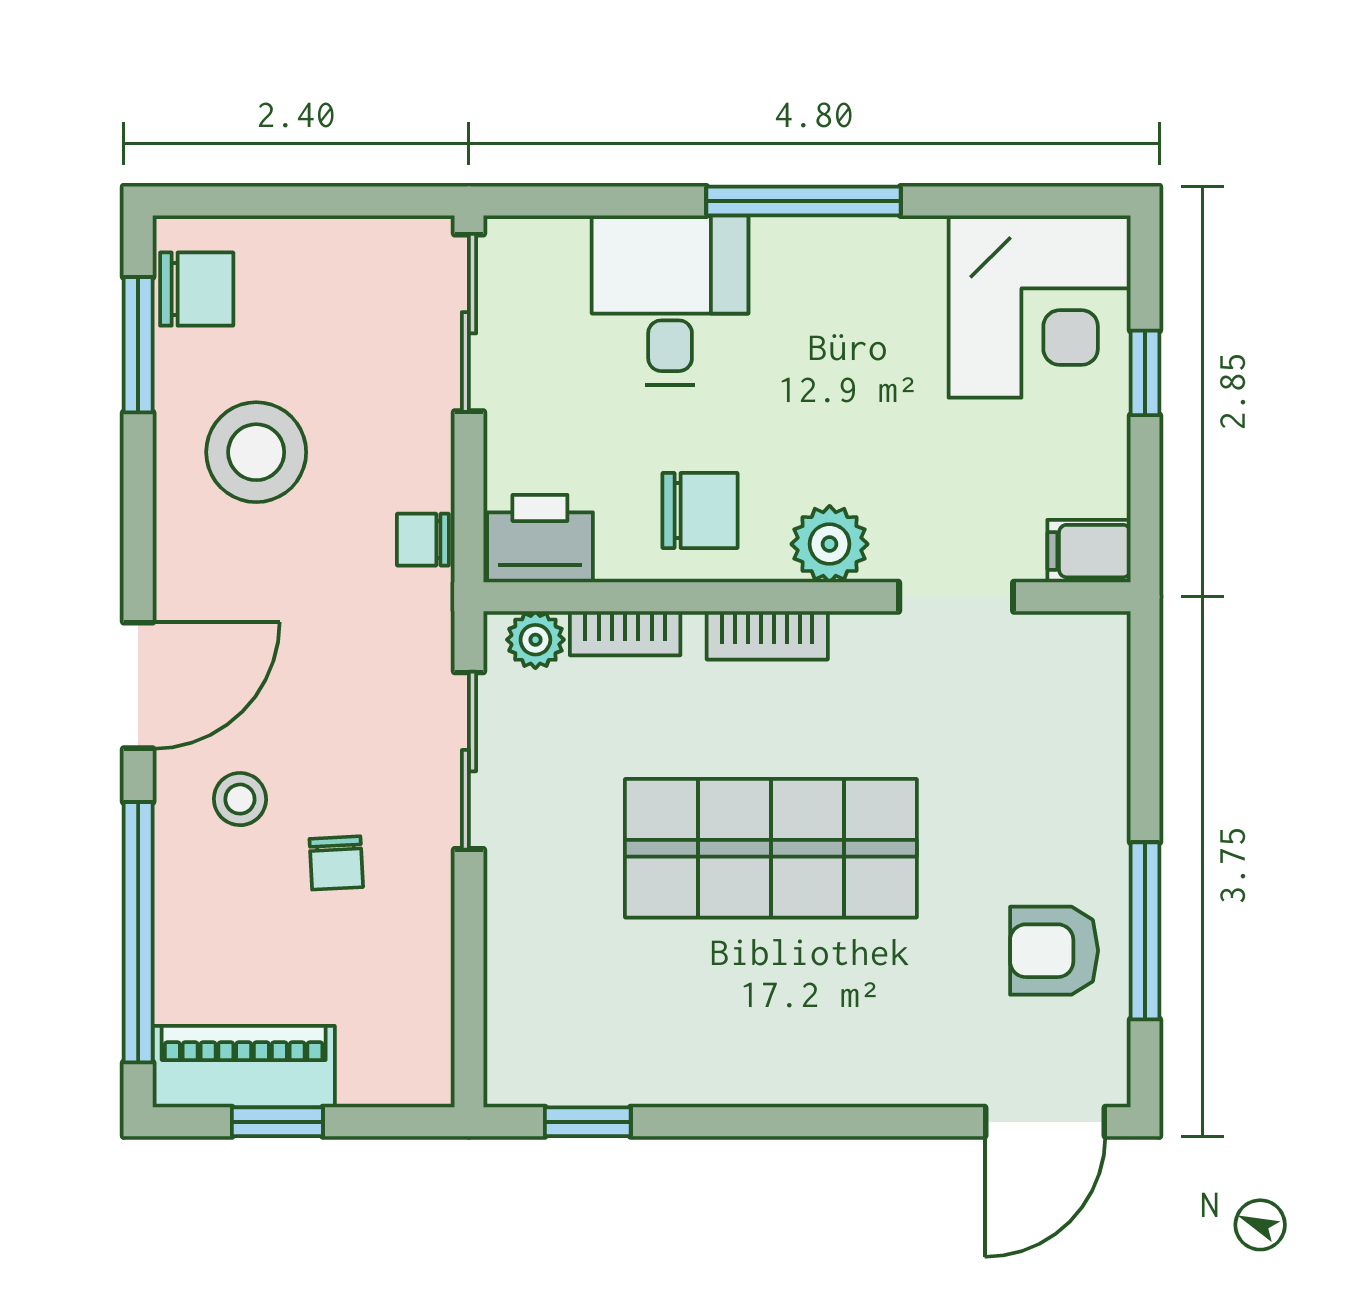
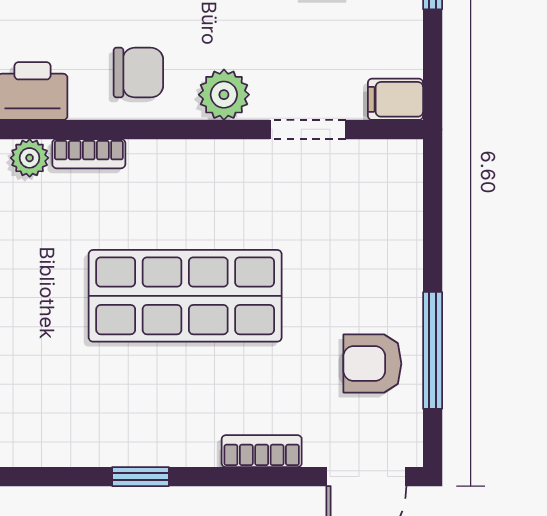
bookcase: (767, 635) -> (262, 451), moved, turned 180
window: (588, 1122) -> (141, 477), moved

